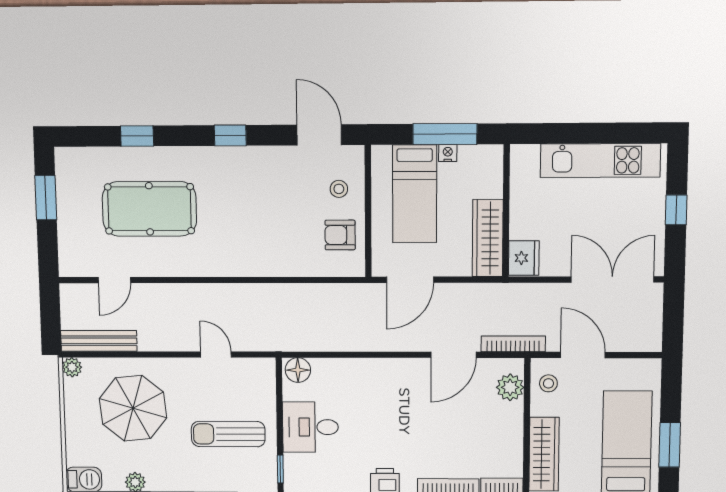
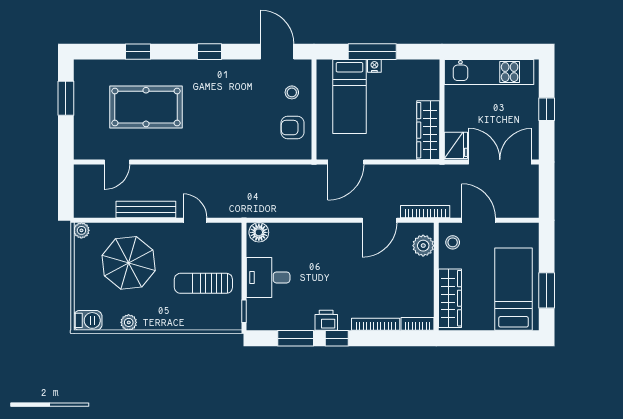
wall: (506, 211) -> (442, 110), moved
wardrobe: (488, 238) -> (428, 130), moved
fridge: (524, 258) -> (456, 145), moved
bench: (99, 341) -> (146, 210), moved

